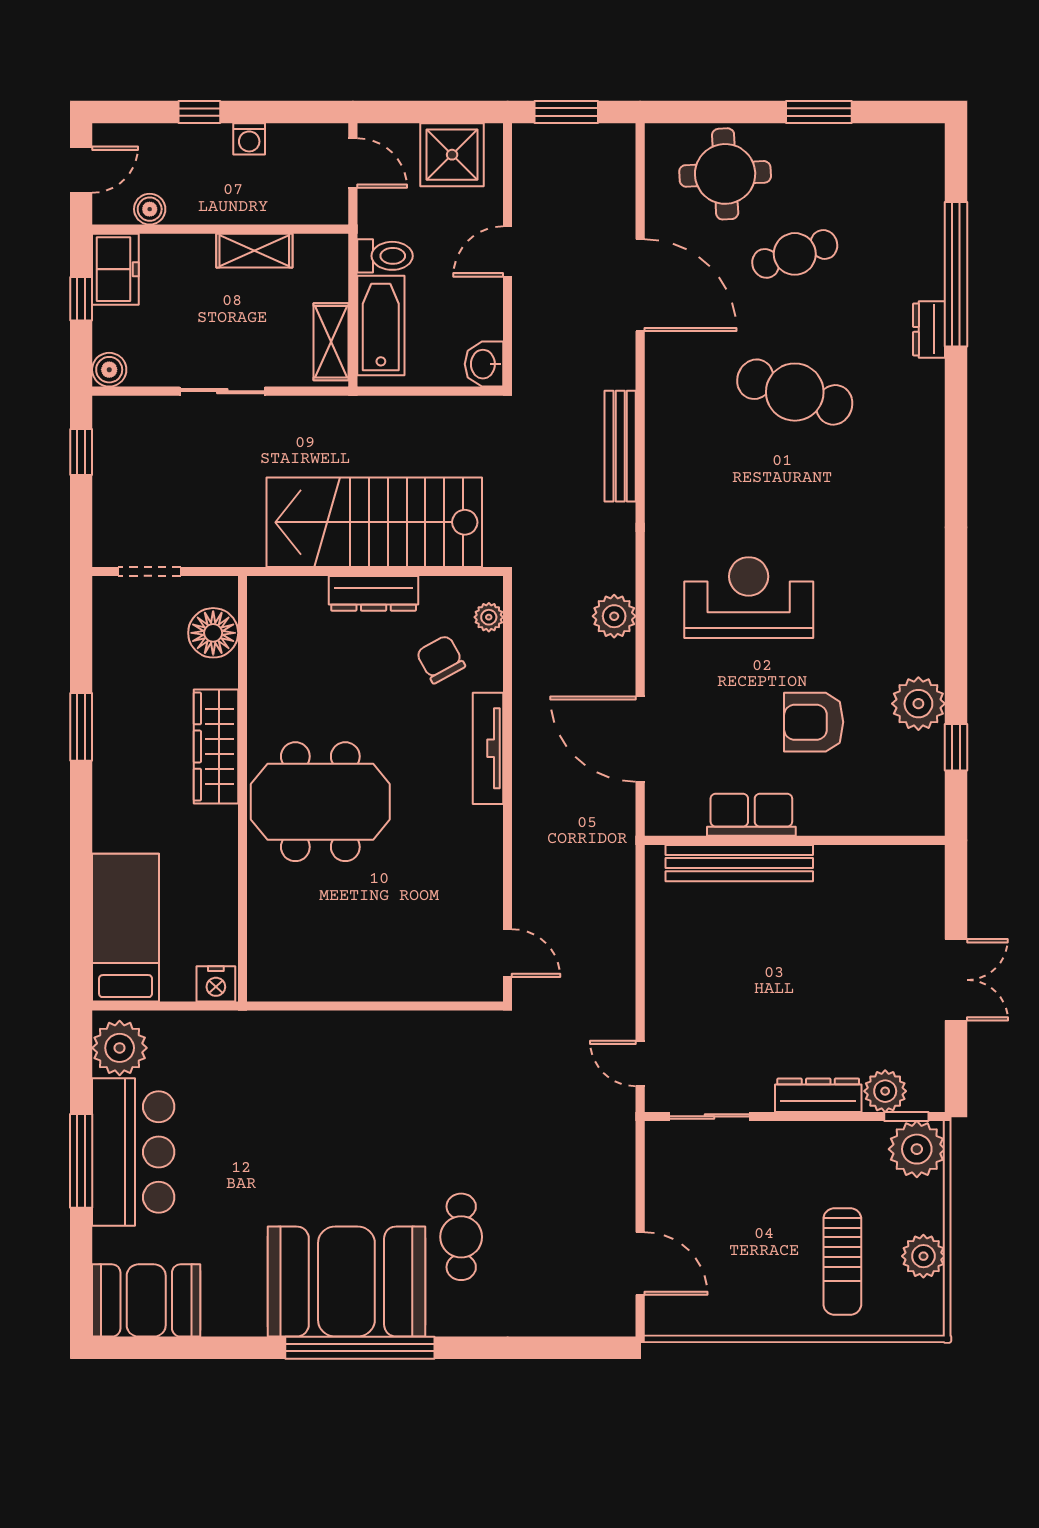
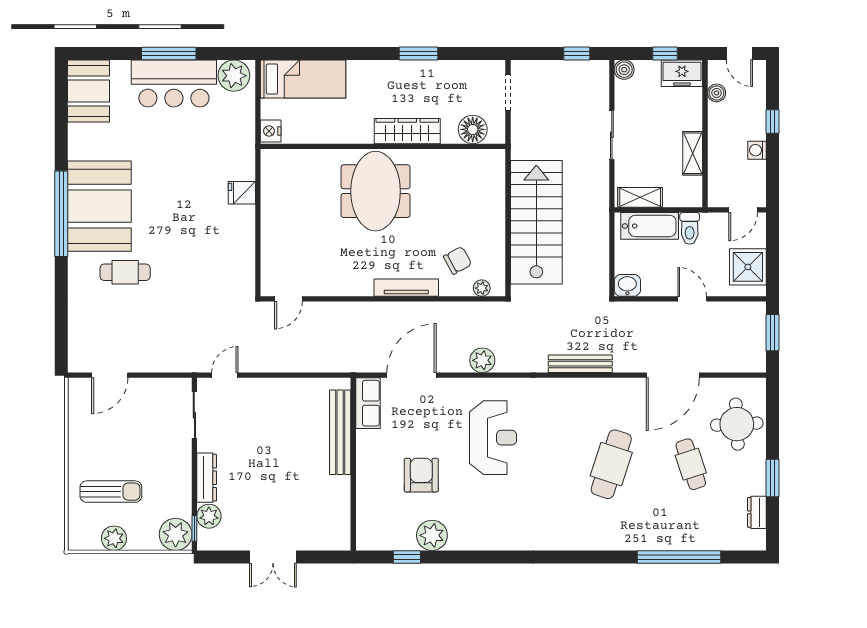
dresser: (929, 329) -> (757, 512), moved, turned -90
dresser: (374, 593) -> (495, 222), removed
row of seats: (751, 815) -> (368, 403), moved
fridge: (323, 1034) -> (242, 193), added
sun lounger: (842, 1262) -> (111, 492), turned 180

